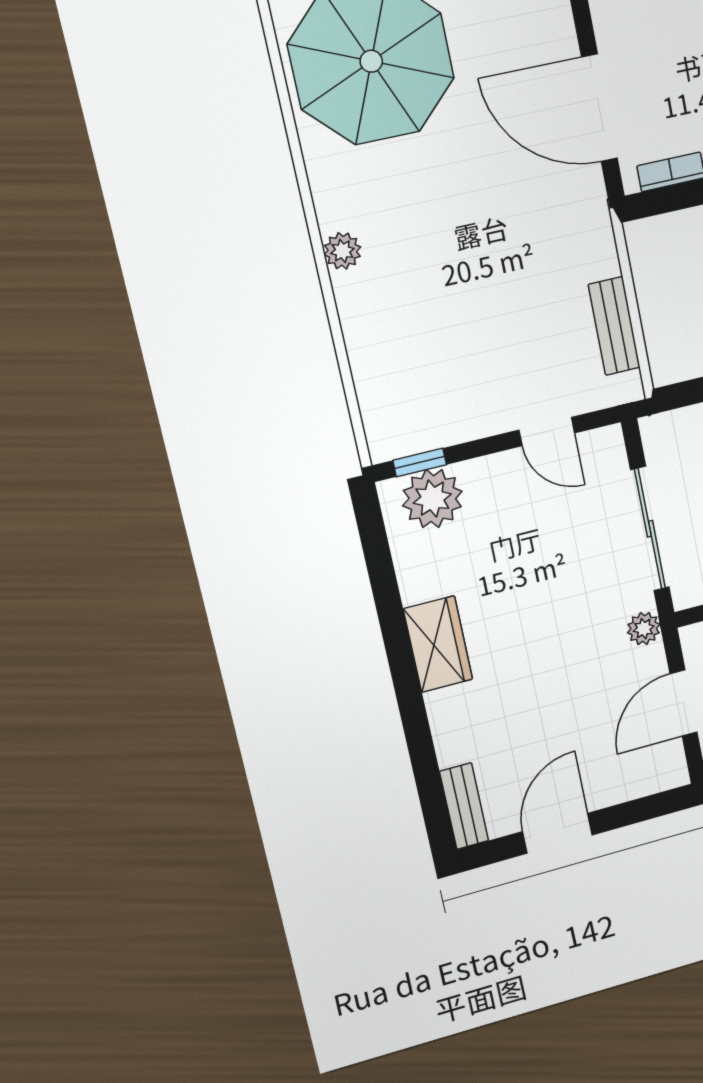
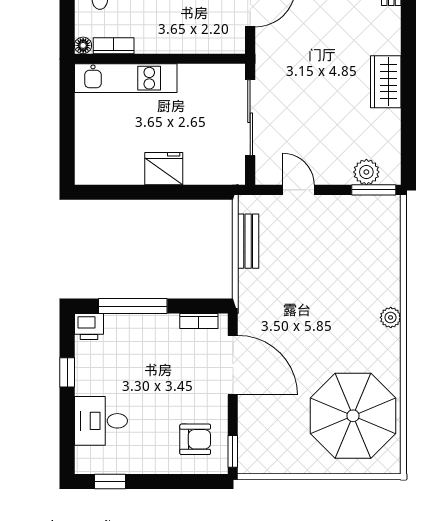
window: (420, 462) -> (374, 190), width x1.50
plant: (432, 499) -> (366, 172), width x0.73, depth x0.73
plant: (644, 629) -> (265, 59), removed

